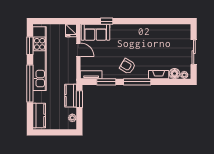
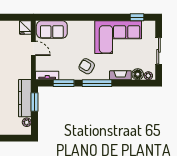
window: (107, 21) -> (137, 17), moved
corner sofa: (156, 39) -> (118, 37), added
kitchen counter: (71, 96) -> (25, 98), width x1.50

